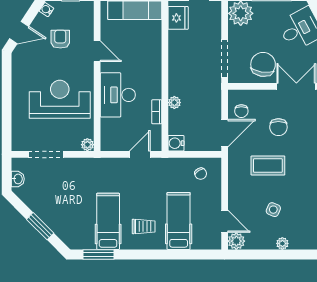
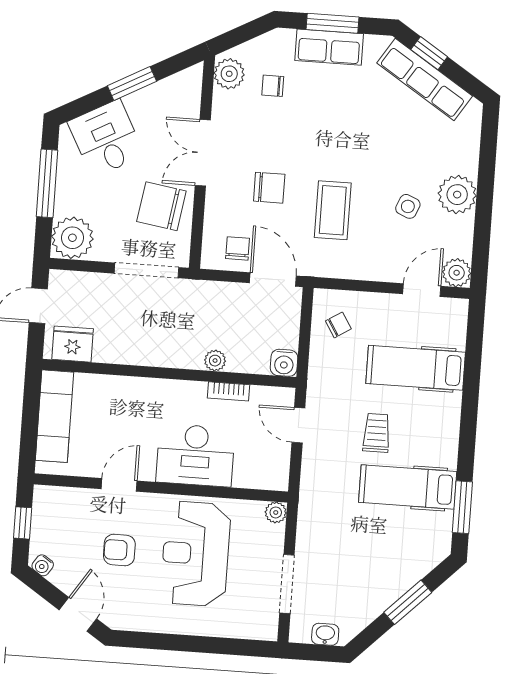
armchair: (60, 39) -> (119, 550), moved
chair: (241, 111) -> (238, 248), turned -90
trolley: (144, 226) -> (377, 433), moved
plant: (282, 243) -> (457, 195), width x1.88, depth x1.88

